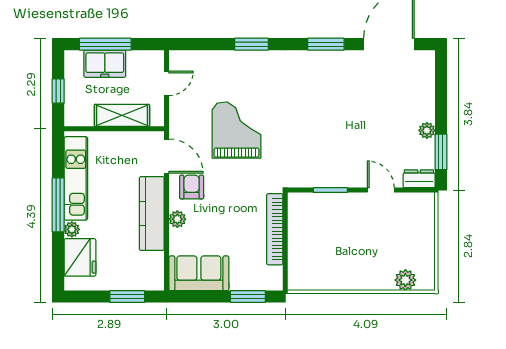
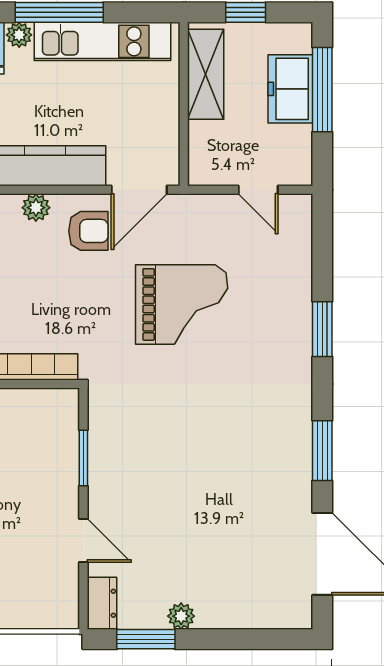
shelving: (122, 115) -> (206, 74), moved
door: (381, 190) -> (83, 541), hinge flipped

